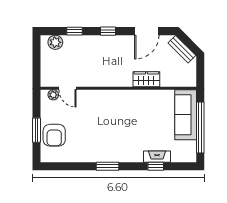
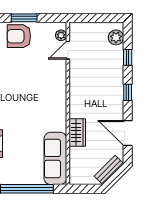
sofa: (186, 115) -> (55, 158), moved, turned -90

